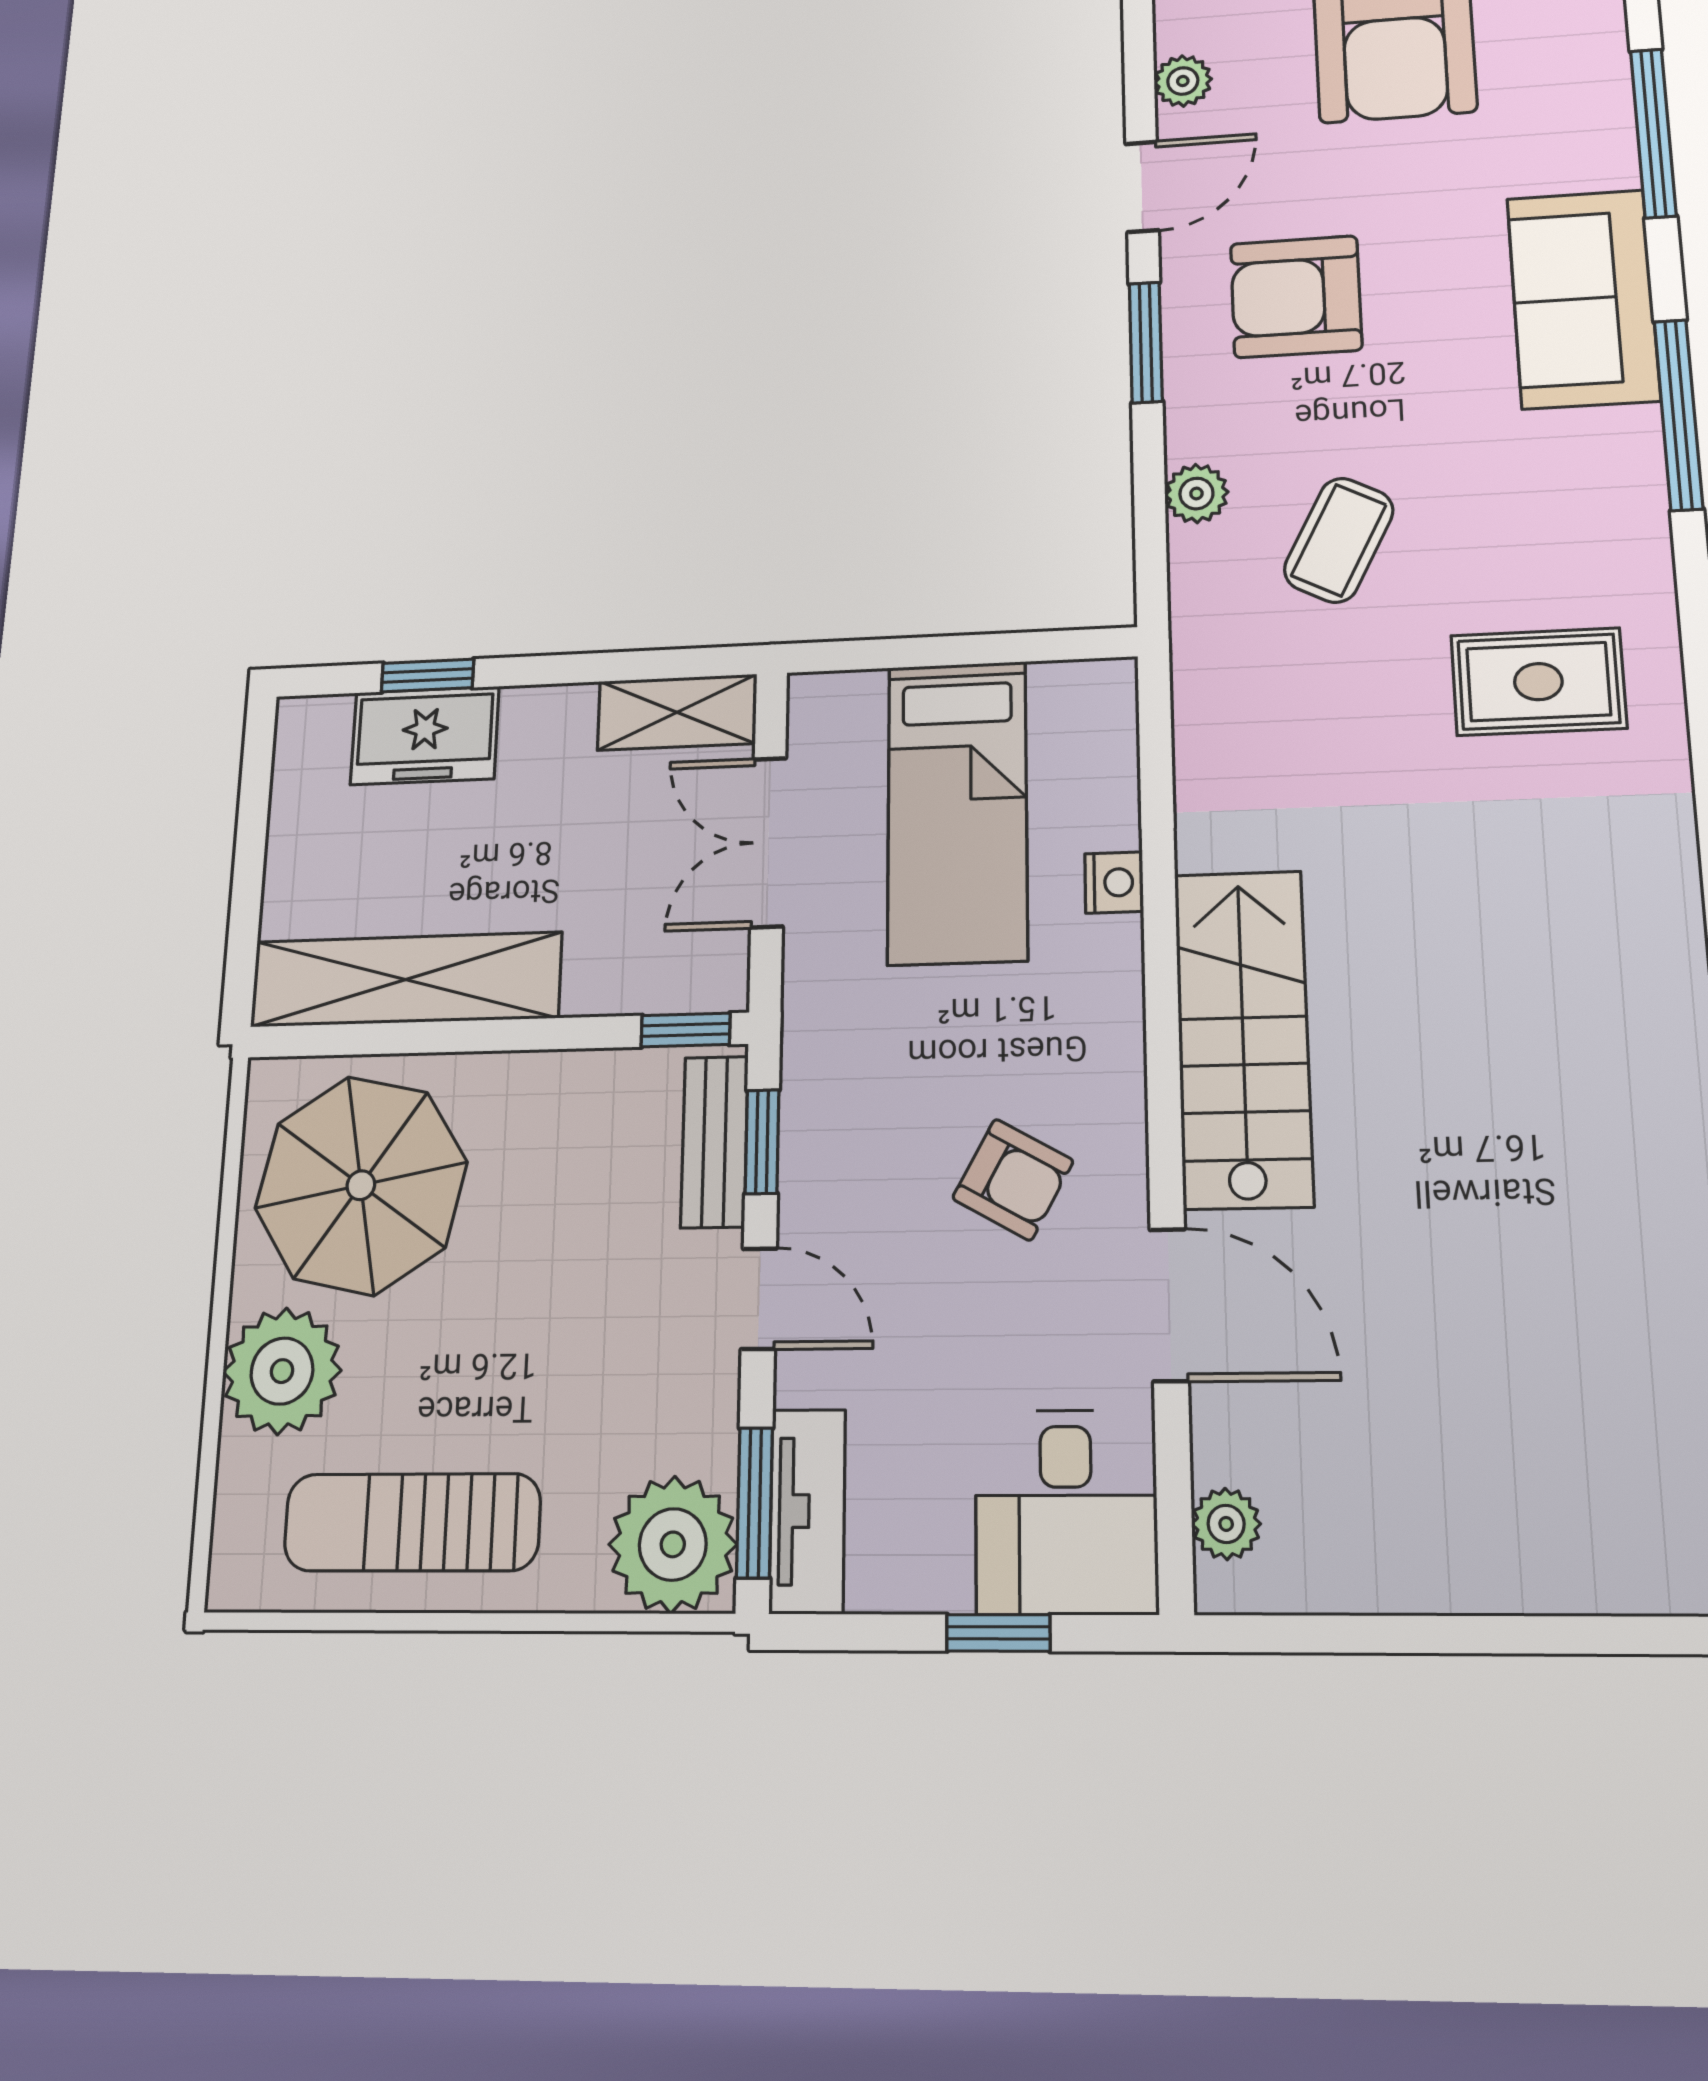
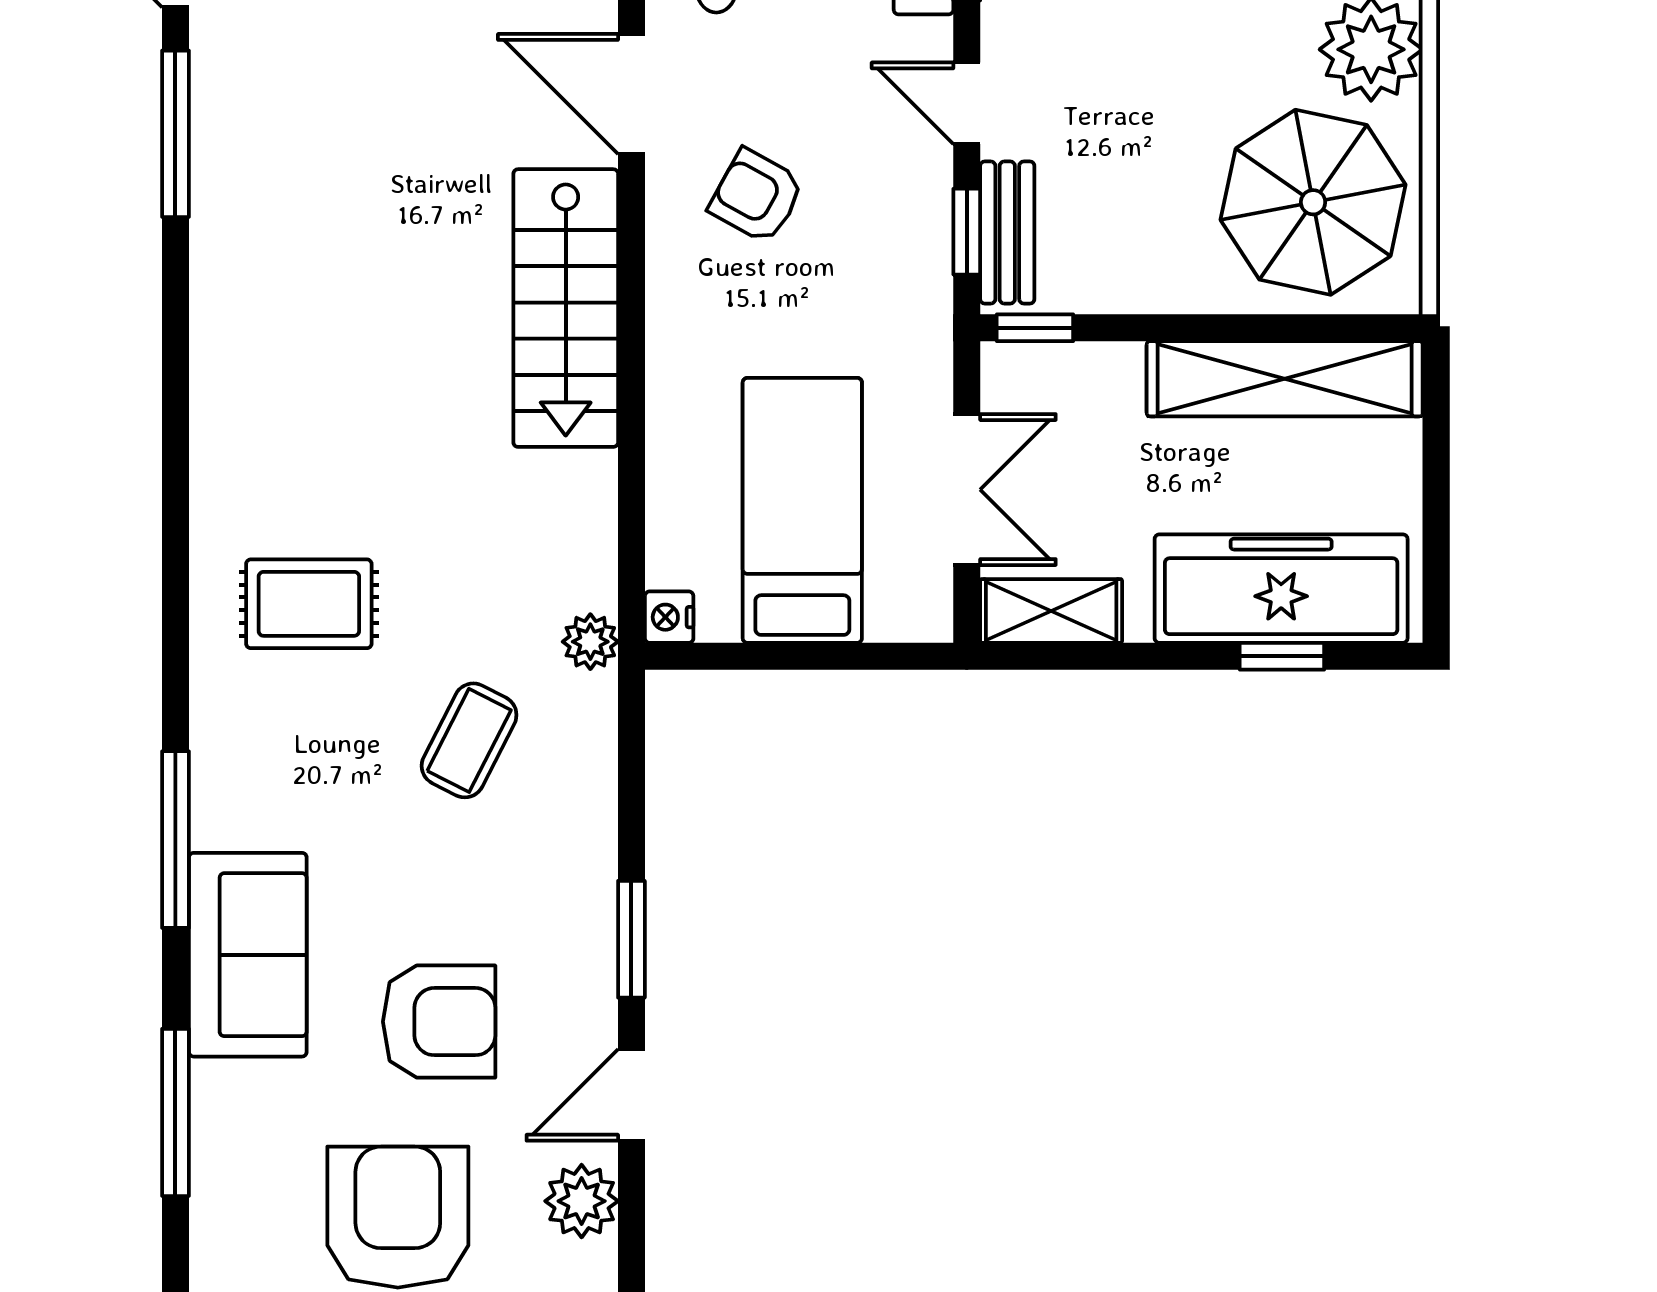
plant: (1183, 81) -> (582, 1201), width x1.38, depth x1.38
armchair: (1296, 297) -> (439, 1022), moved
plant: (1196, 494) -> (590, 642), moved
freezer: (425, 736) -> (1281, 589), width x1.91, depth x1.26
nightstand: (1114, 883) -> (669, 617), moved

